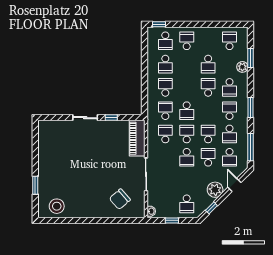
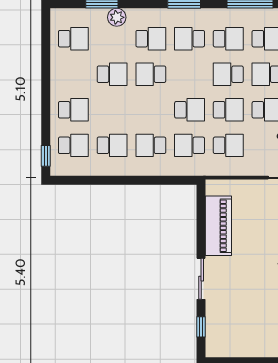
school desk: (187, 41) -> (73, 110), turned 180
school desk: (229, 41) -> (73, 39), turned 180
window: (111, 118) -> (201, 327), moved
school desk: (165, 134) -> (228, 145), turned 180
school desk: (187, 134) -> (228, 110), turned 180
piano: (137, 138) -> (218, 226), moved, turned -90

